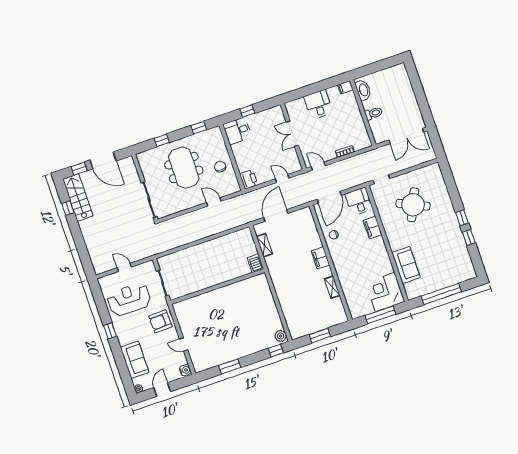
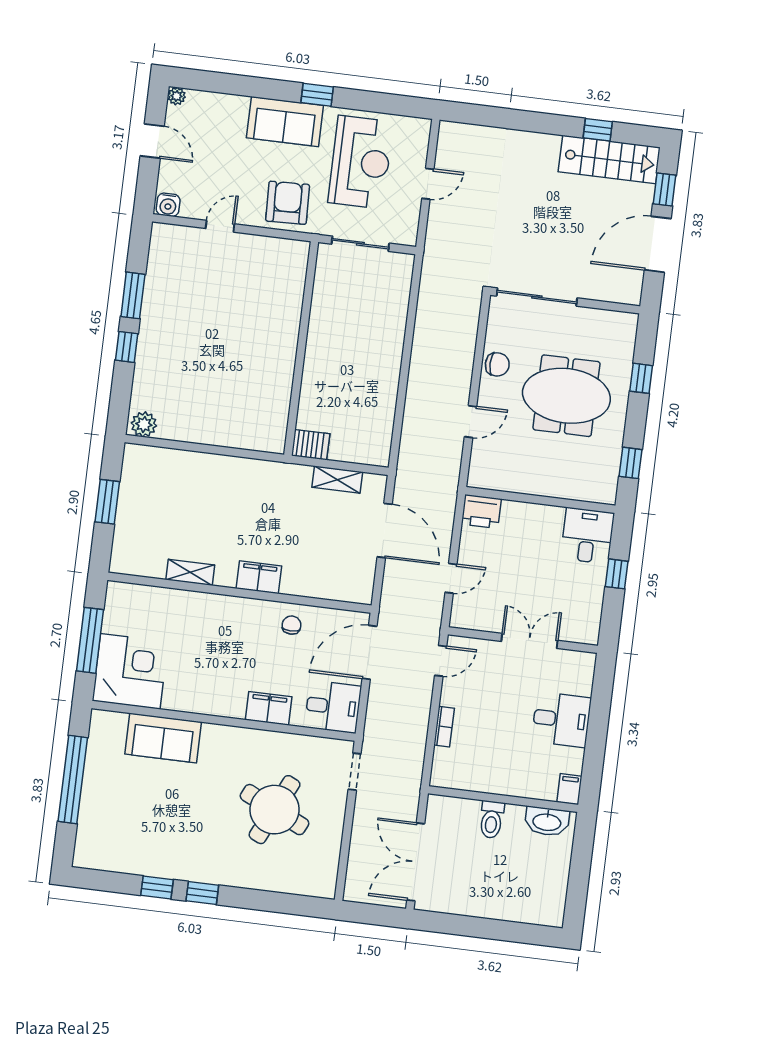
chair: (220, 167) -> (497, 364), moved
door: (329, 197) -> (369, 652), hinge flipped
window: (276, 351) -> (127, 347), moved
sofa: (135, 360) -> (285, 122), moved

